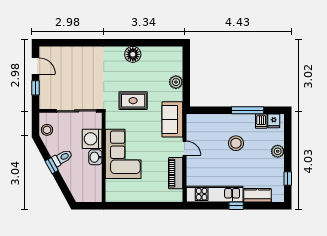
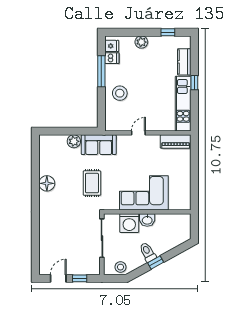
sofa: (172, 119) -> (99, 145), moved
stool: (236, 143) -> (120, 93), moved
piano: (176, 173) -> (176, 142), moved

